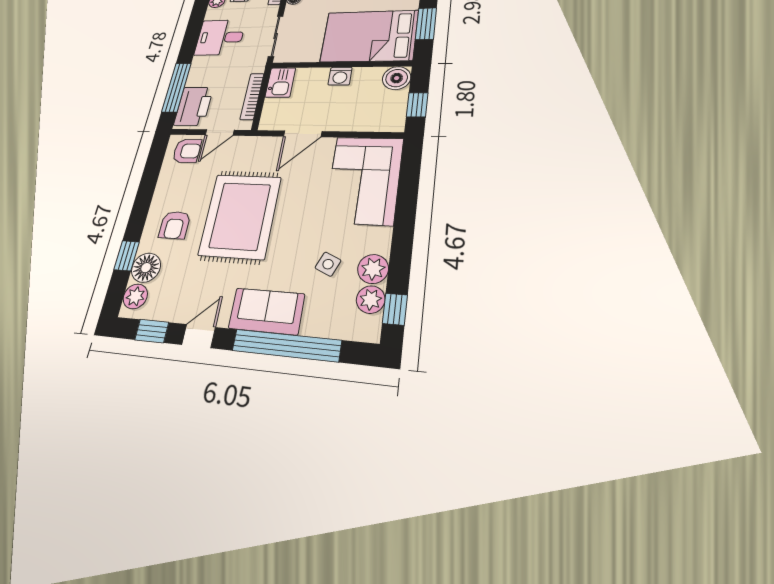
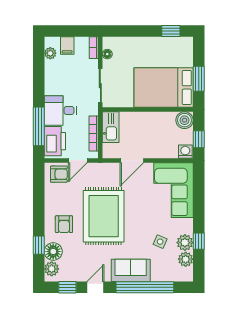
desk: (220, 37) -> (60, 110), moved
washing machine: (340, 76) -> (185, 152), moved, turned 180
kitchen sink: (280, 83) -> (111, 127), width x1.38
window: (395, 309) -> (199, 241), moved

